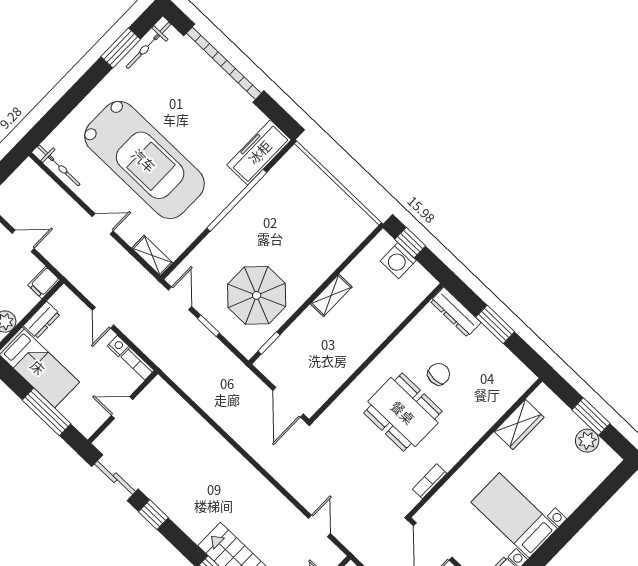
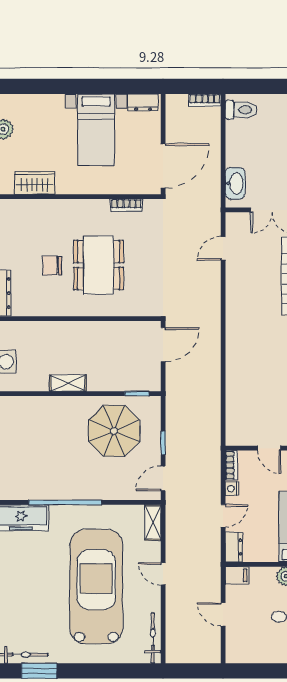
dresser: (42, 320) -> (234, 547), moved, turned 90

